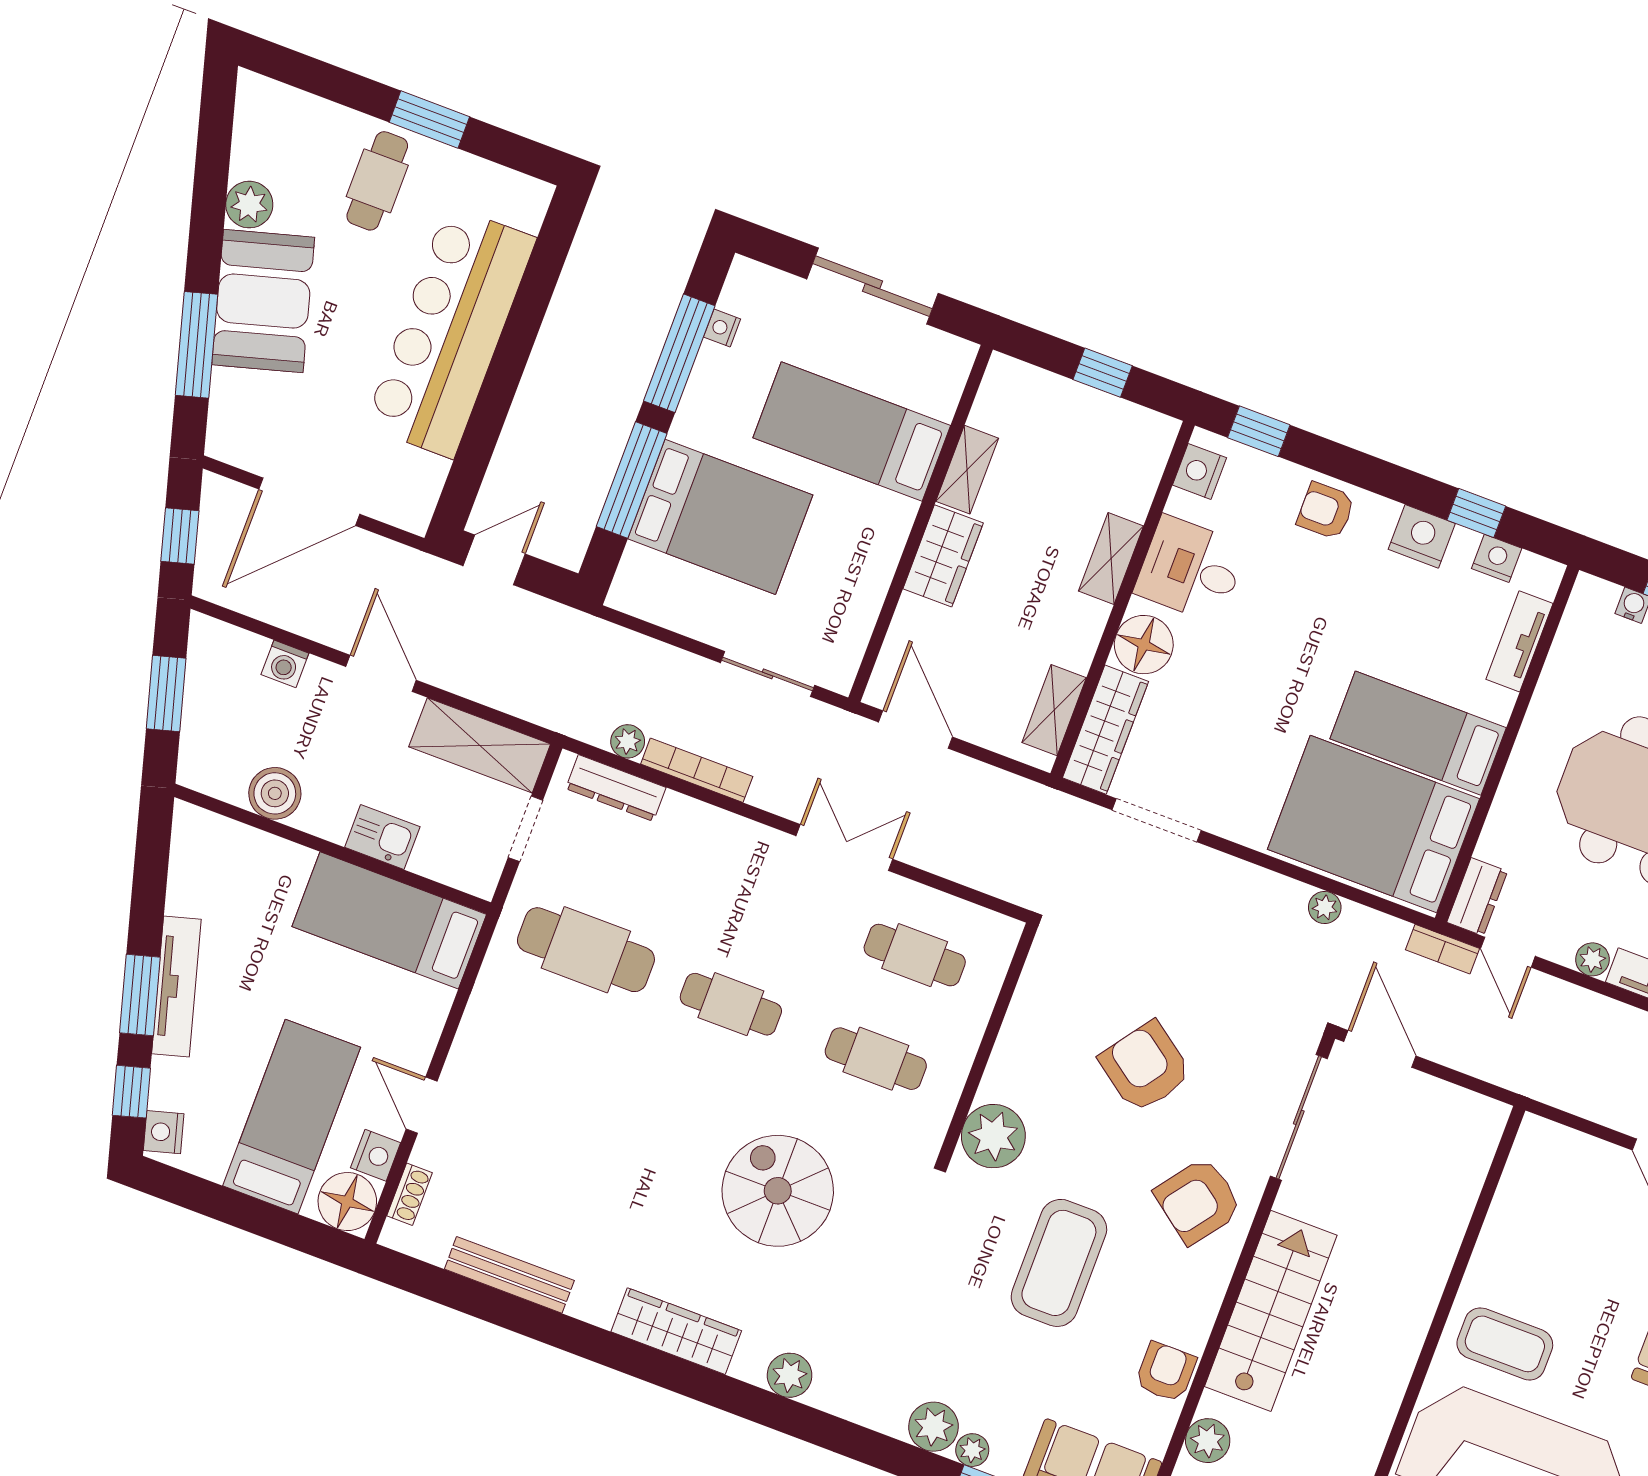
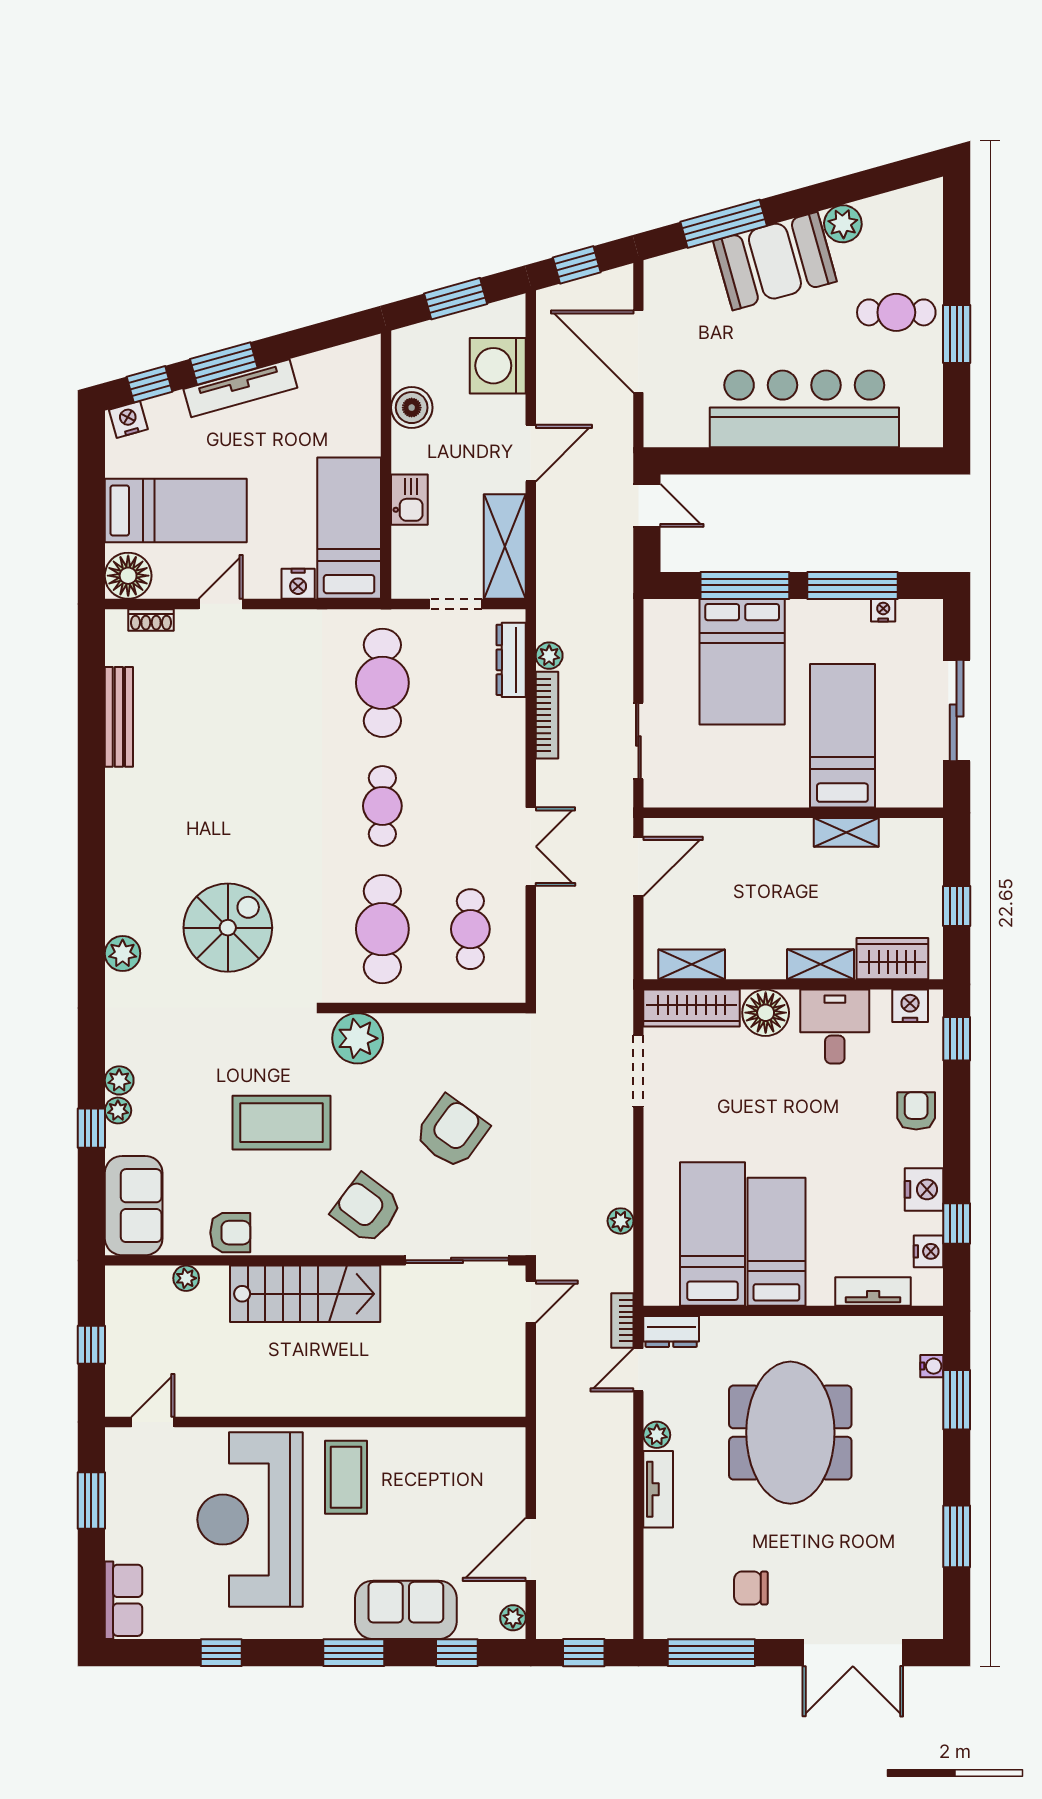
wardrobe: (943, 556) -> (892, 959), moved, turned 180
washing machine: (285, 664) -> (498, 366), width x1.89, depth x1.89
bed: (1373, 824) -> (713, 1234), width x0.67
door: (1380, 1049) -> (531, 1302), width x0.73
cafe table: (876, 1059) -> (382, 929), width x1.37, depth x1.35
nightstand: (376, 1155) -> (298, 584), moved
spiral stairs: (778, 1191) -> (228, 928), moved
wardrobe: (676, 1331) -> (124, 857), removed
plant: (933, 1427) -> (119, 1080), width x0.73, depth x0.73
plant: (1208, 1441) -> (186, 1278), width x0.73, depth x0.73

